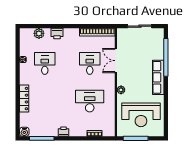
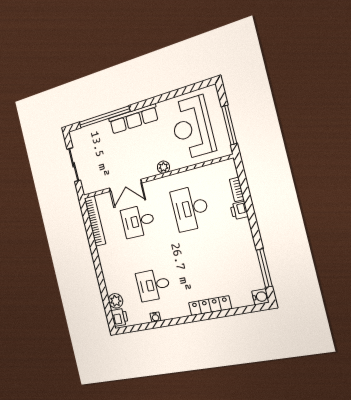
printer: (57, 34) -> (120, 317), moved
reception desk: (141, 115) -> (192, 128), turned 180
printer: (64, 132) -> (239, 210), moved

